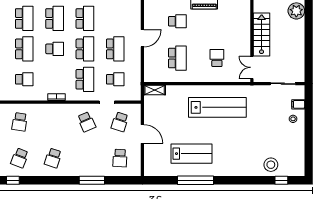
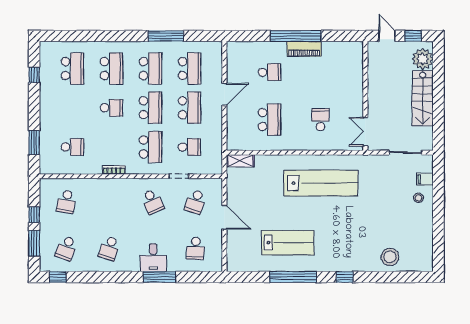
stairs: (262, 34) -> (423, 98), moved, turned 180
school desk: (24, 49) -> (189, 69), moved
desk: (87, 165) -> (153, 258), added
window: (281, 180) -> (345, 277), moved

